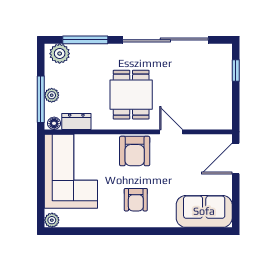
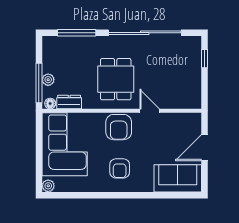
plant: (60, 54) -> (55, 44), removed
door: (236, 159) -> (205, 148), moved

